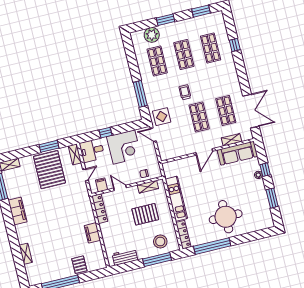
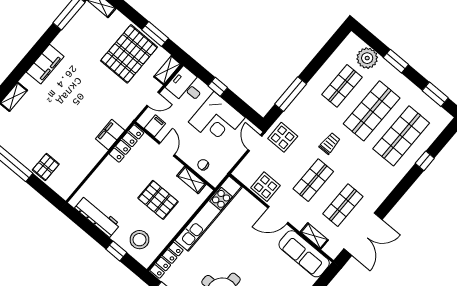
shop shelf: (211, 48) -> (401, 136), width x1.43, depth x1.36
shop shelf: (184, 54) -> (372, 111), width x1.43, depth x1.36
display table: (183, 147) -> (265, 187), added
kitchen unit: (176, 199) -> (209, 214), width x1.36
filing cabinet: (18, 211) -> (45, 64), moved
filing cabinet: (92, 233) -> (110, 135), moved
workbench: (125, 257) -> (97, 216), width x1.38
window: (157, 260) -> (116, 251), width x0.46

